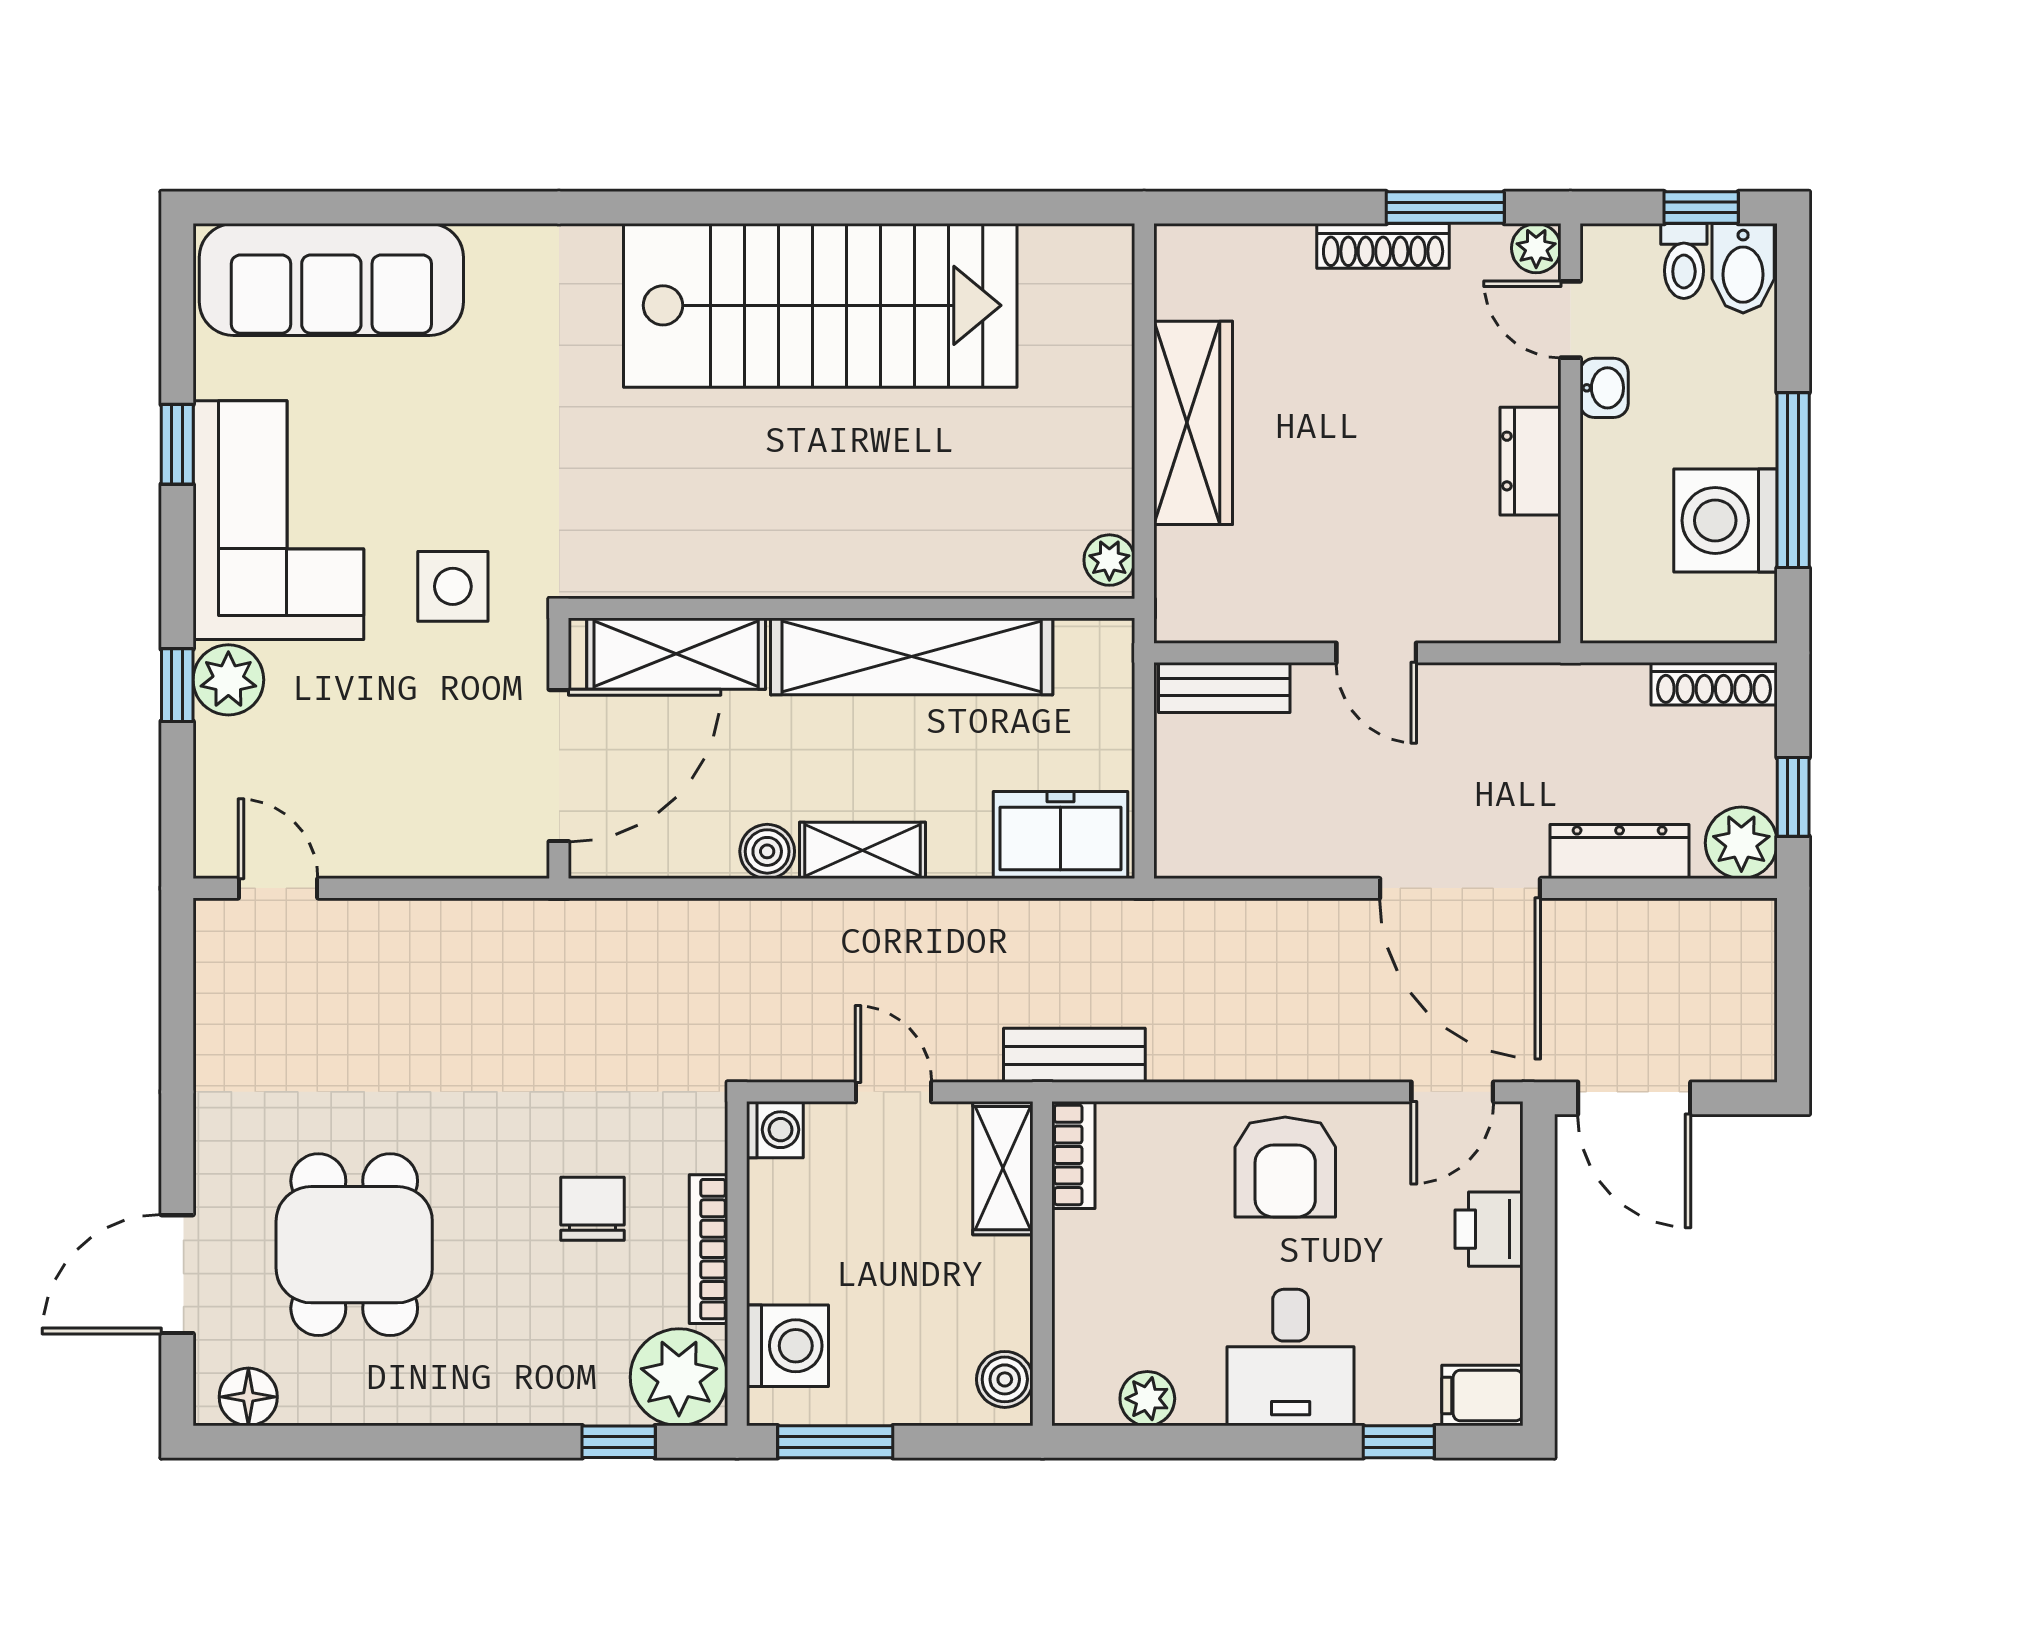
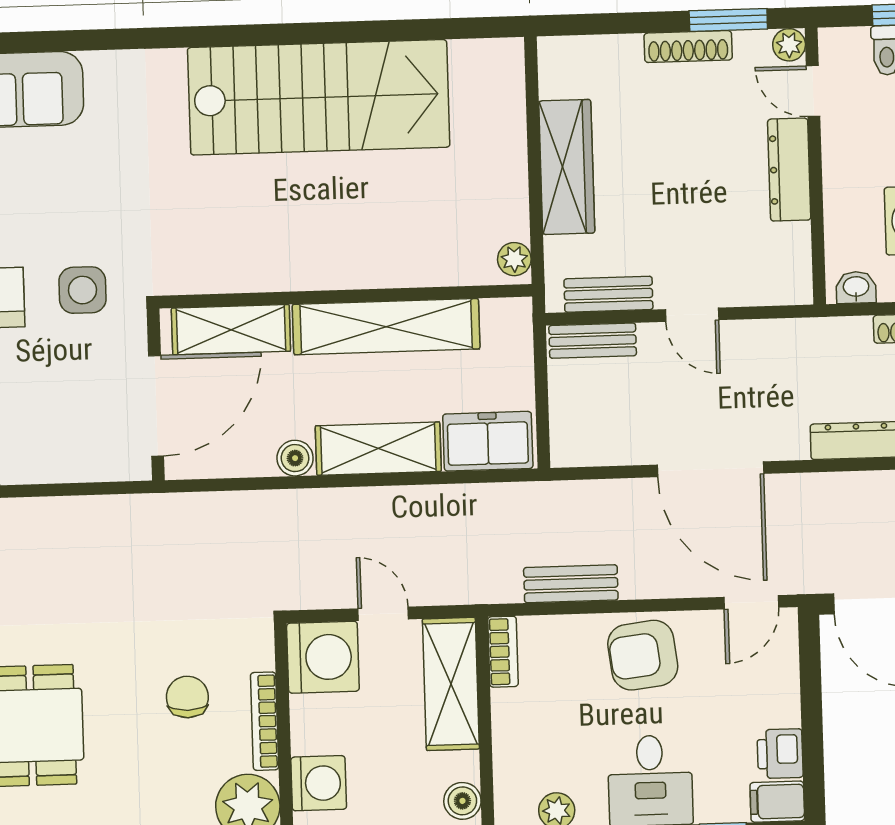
washbasin: (1604, 388) -> (856, 287), moved, turned -90
dresser: (1531, 461) -> (789, 170), width x1.44
bench: (1250, 618) -> (608, 294), added
shelving: (862, 850) -> (378, 449), width x1.50, depth x1.33
door: (1460, 888) -> (711, 469), moved
bench: (1074, 1055) -> (571, 584), moved
washing machine: (775, 1130) -> (323, 657), width x1.89, depth x1.89
armchair: (1285, 1167) -> (643, 655), turned 83
shelving: (1003, 1168) -> (451, 684), width x1.50, depth x1.33
printer: (1489, 1229) -> (780, 754), moved

